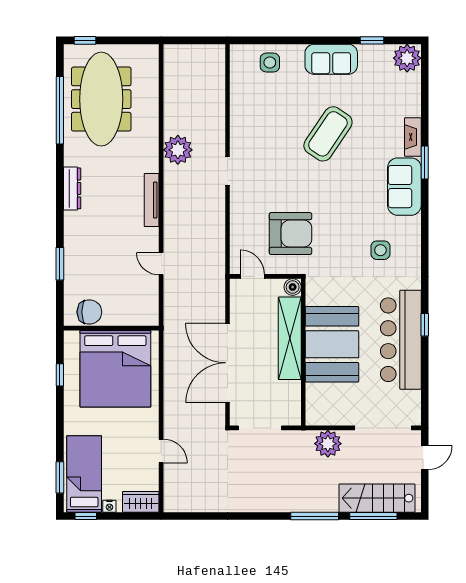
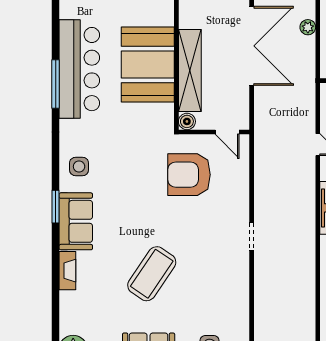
plant: (178, 150) -> (308, 27), moved, width x0.53, depth x0.53
window: (425, 162) -> (56, 207), moved
side table: (380, 250) -> (79, 166), moved
window: (425, 325) -> (56, 84), width x2.17

